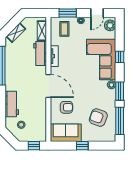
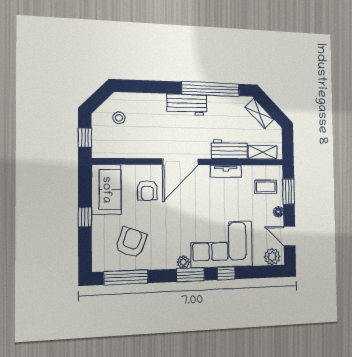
window: (120, 91) -> (191, 275), moved
workbench: (12, 104) -> (187, 105), moved

